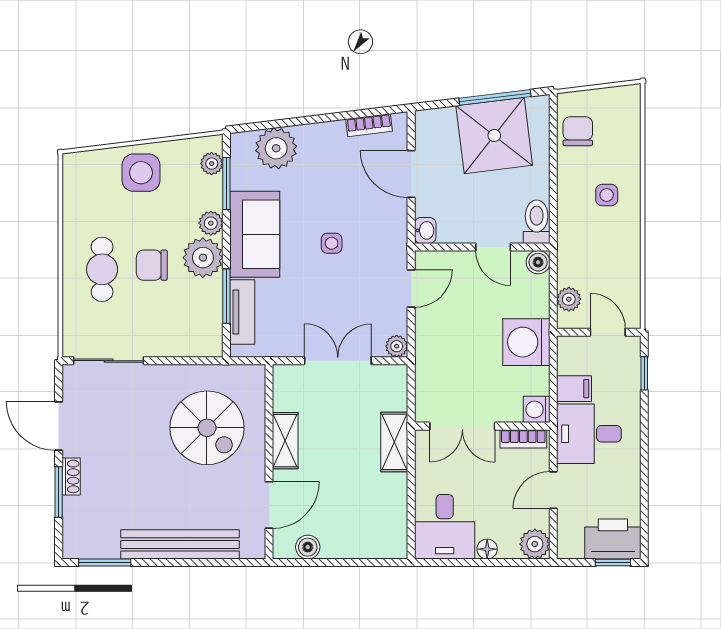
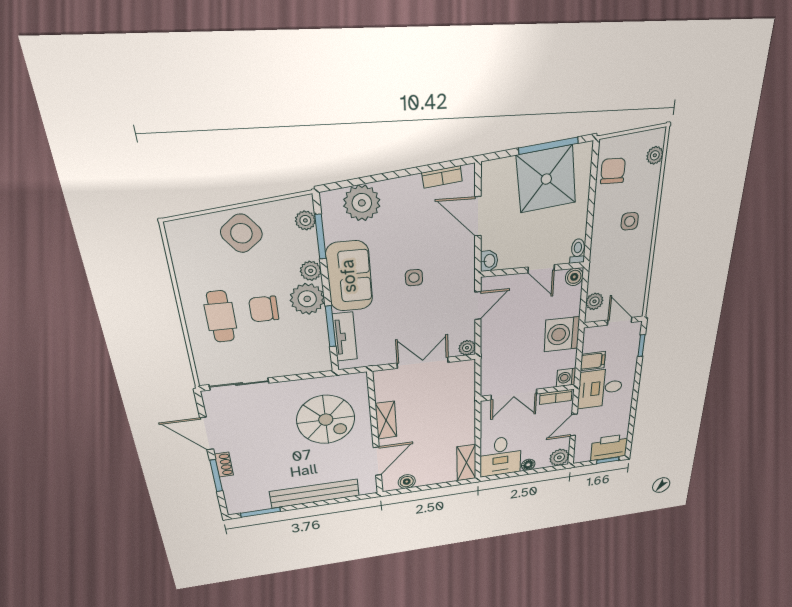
plant: (630, 116) -> (655, 155), added
side table: (141, 173) -> (241, 233), turned -38
toilet: (537, 222) -> (578, 251), width x0.73, depth x0.72
shelving: (394, 442) -> (466, 463), moved

